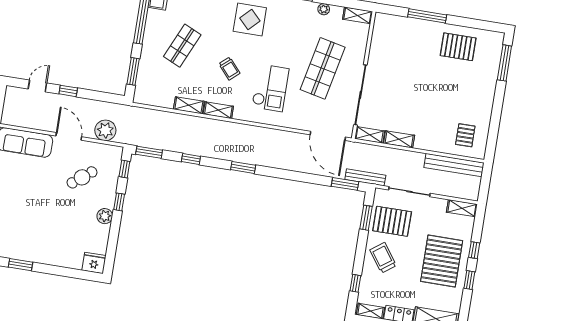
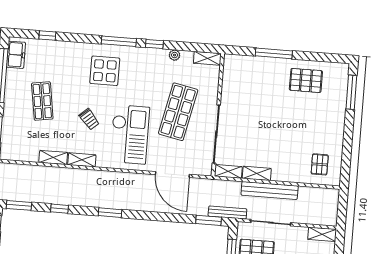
shop shelf: (182, 46) -> (42, 101), turned -33
checkout: (270, 88) -> (130, 134), width x1.36, depth x1.21
door: (328, 136) -> (172, 174), moved
bench: (454, 165) -> (270, 191), moved

